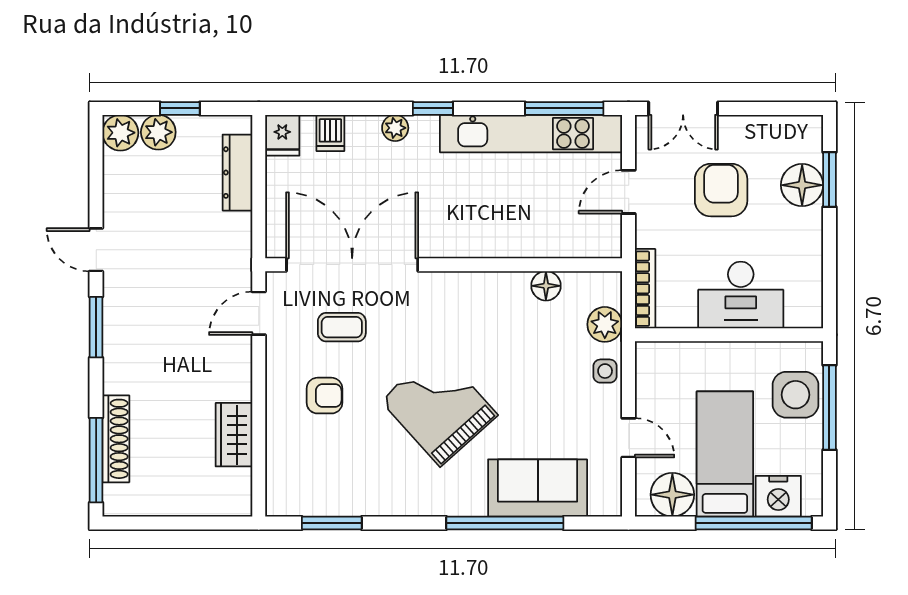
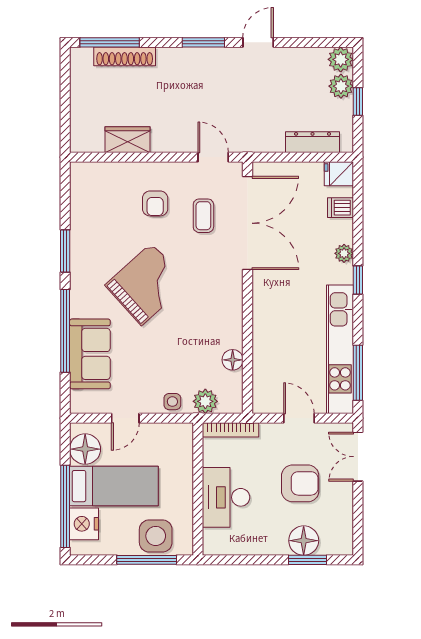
window: (332, 523) -> (65, 251), moved

